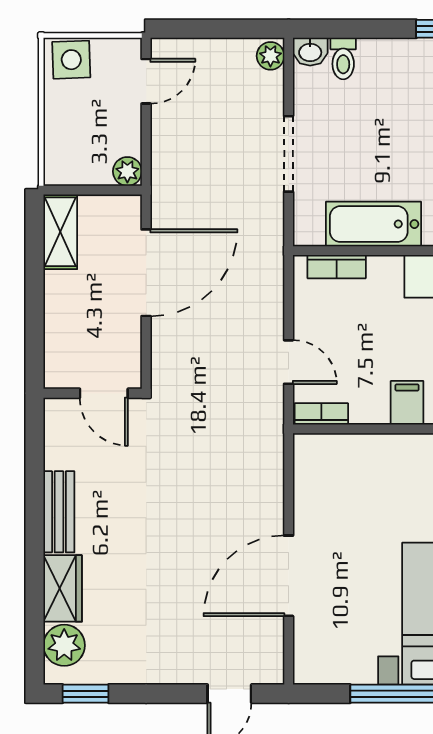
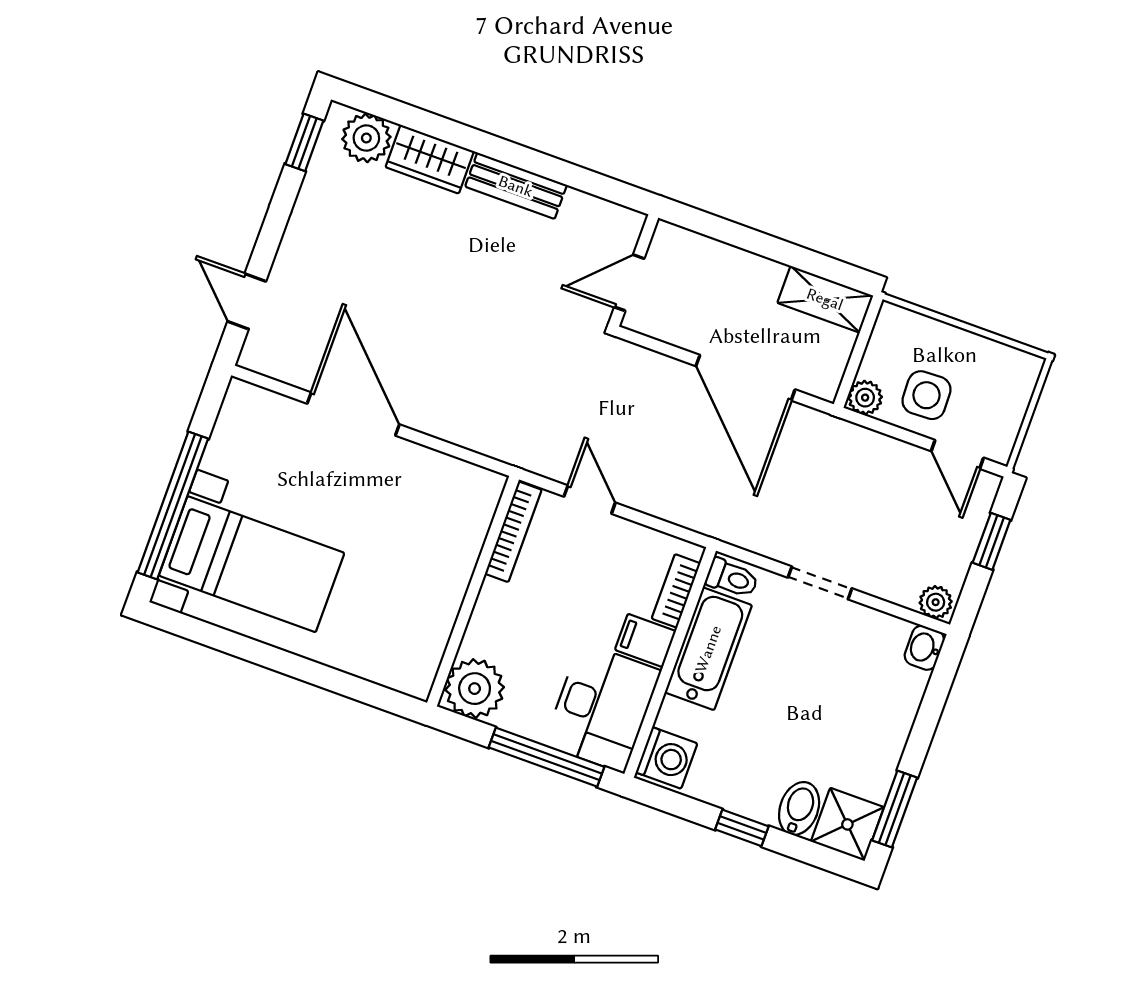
window: (206, 29) -> (992, 541), added
toilet: (343, 58) -> (732, 578), moved, turned 180
side table: (71, 60) -> (926, 395), moved
doorway: (289, 154) -> (820, 583), width x0.73
door: (289, 362) -> (590, 500), swing flipped
filing cabinet: (407, 403) -> (645, 640), moved, turned 180
bookcase: (321, 414) -> (513, 532), width x1.56

